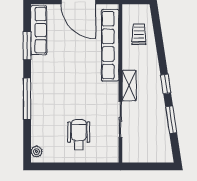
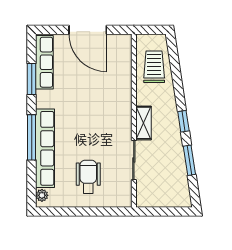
trolley: (139, 34) -> (154, 67), width x1.36, depth x1.39
row of seats: (110, 45) -> (45, 148), moved, turned 180

